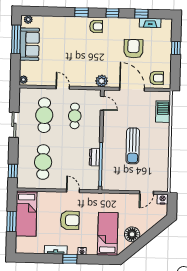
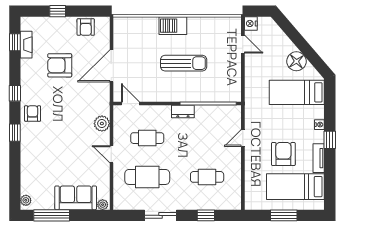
window: (141, 14) -> (15, 42), moved
sofa: (30, 44) -> (76, 198), moved
armchair: (157, 78) -> (86, 27), moved, turned 180
plant: (102, 81) -> (102, 124), moved
door: (63, 88) -> (111, 154), hinge flipped
door: (102, 103) -> (130, 104), hinge flipped
barbecue: (163, 112) -> (173, 26), moved
dresser: (95, 157) -> (183, 112), moved
cafe table: (43, 162) -> (207, 177), width x0.73, depth x0.74
window: (13, 171) -> (206, 215), moved
bed: (26, 214) -> (295, 187), moved, turned 180
armchair: (70, 220) -> (283, 154), moved

